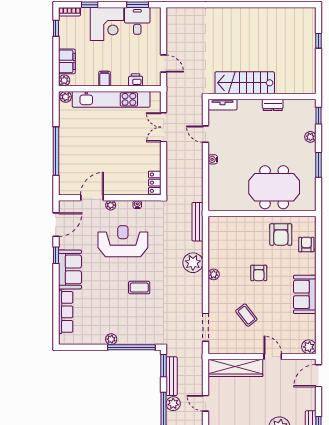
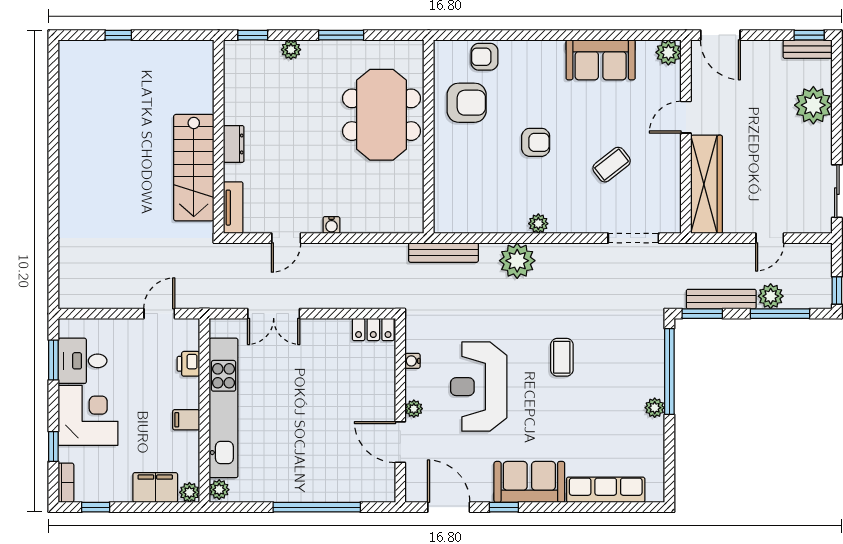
dresser: (273, 105) -> (234, 144), moved
sofa: (305, 294) -> (601, 60), moved

